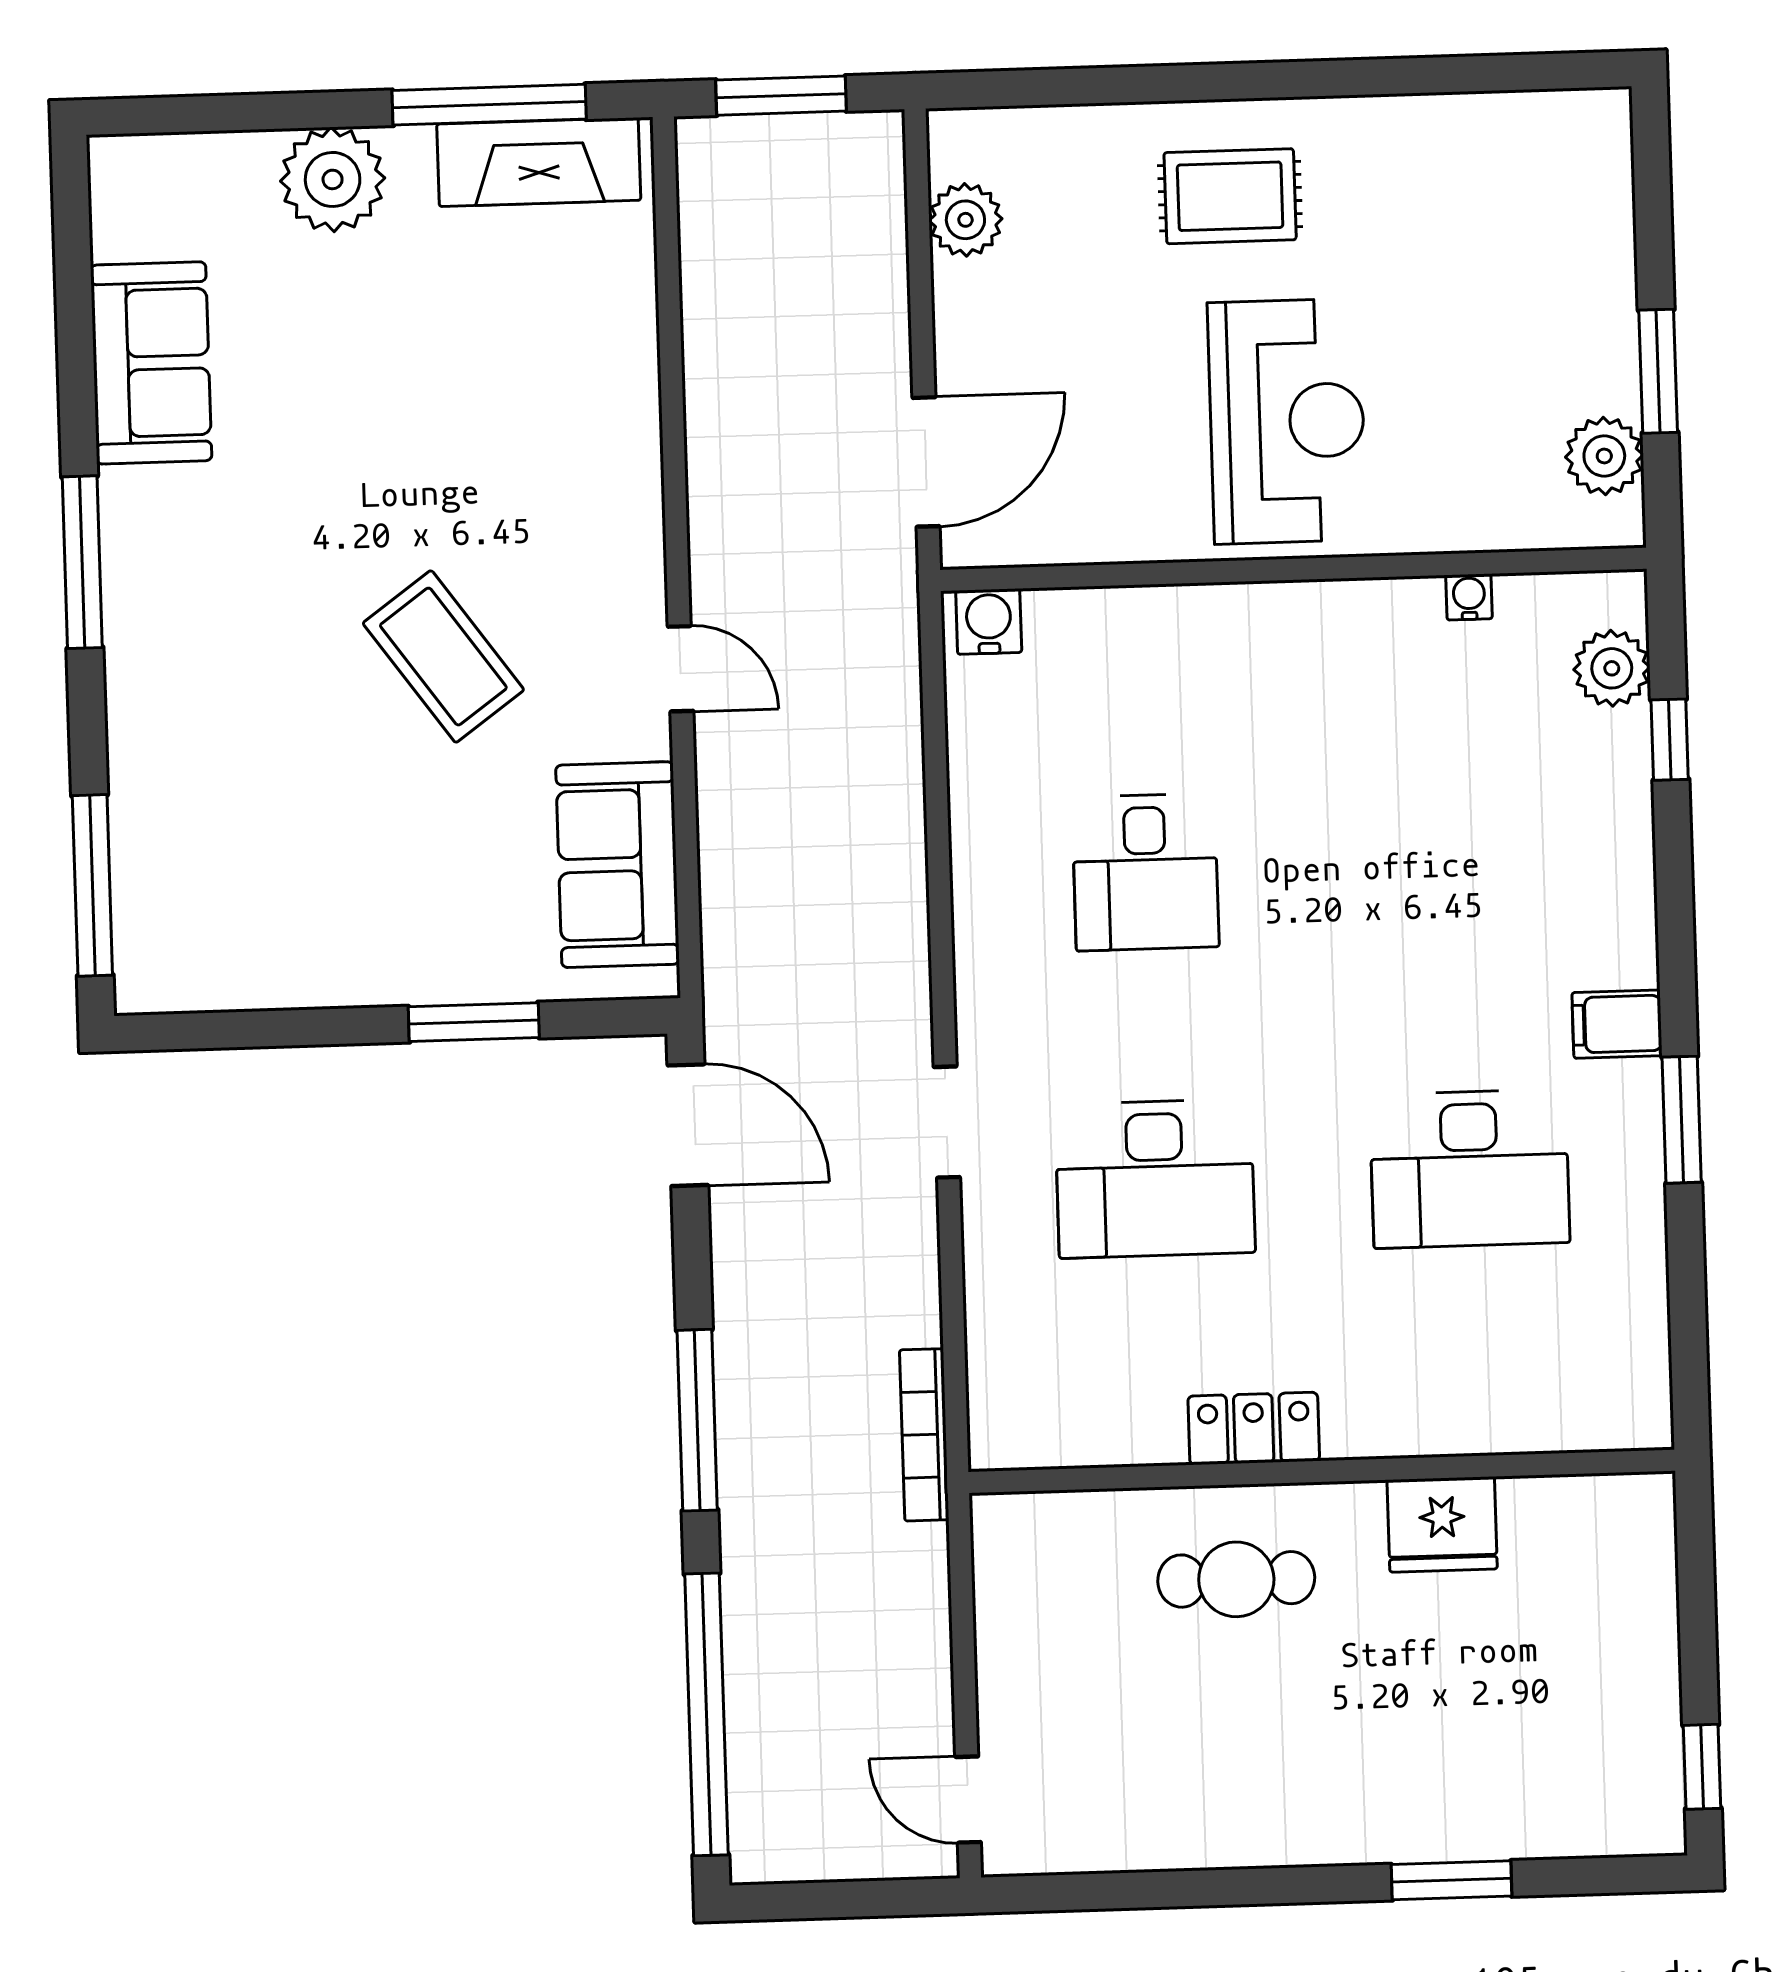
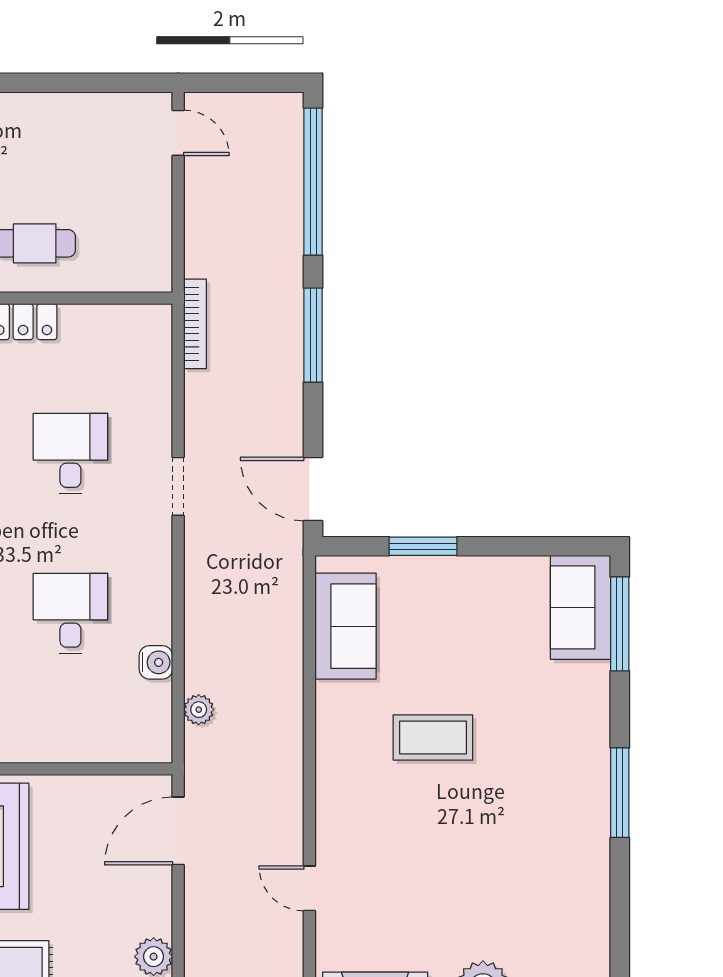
sofa: (151, 363) -> (581, 607), moved
water cooler: (989, 622) -> (156, 662), moved, turned -90
coffee table: (443, 657) -> (433, 737), turned -54
door: (681, 669) -> (309, 888), moved
plant: (894, 696) -> (199, 710), added
desk: (1155, 1179) -> (70, 454), width x0.73

